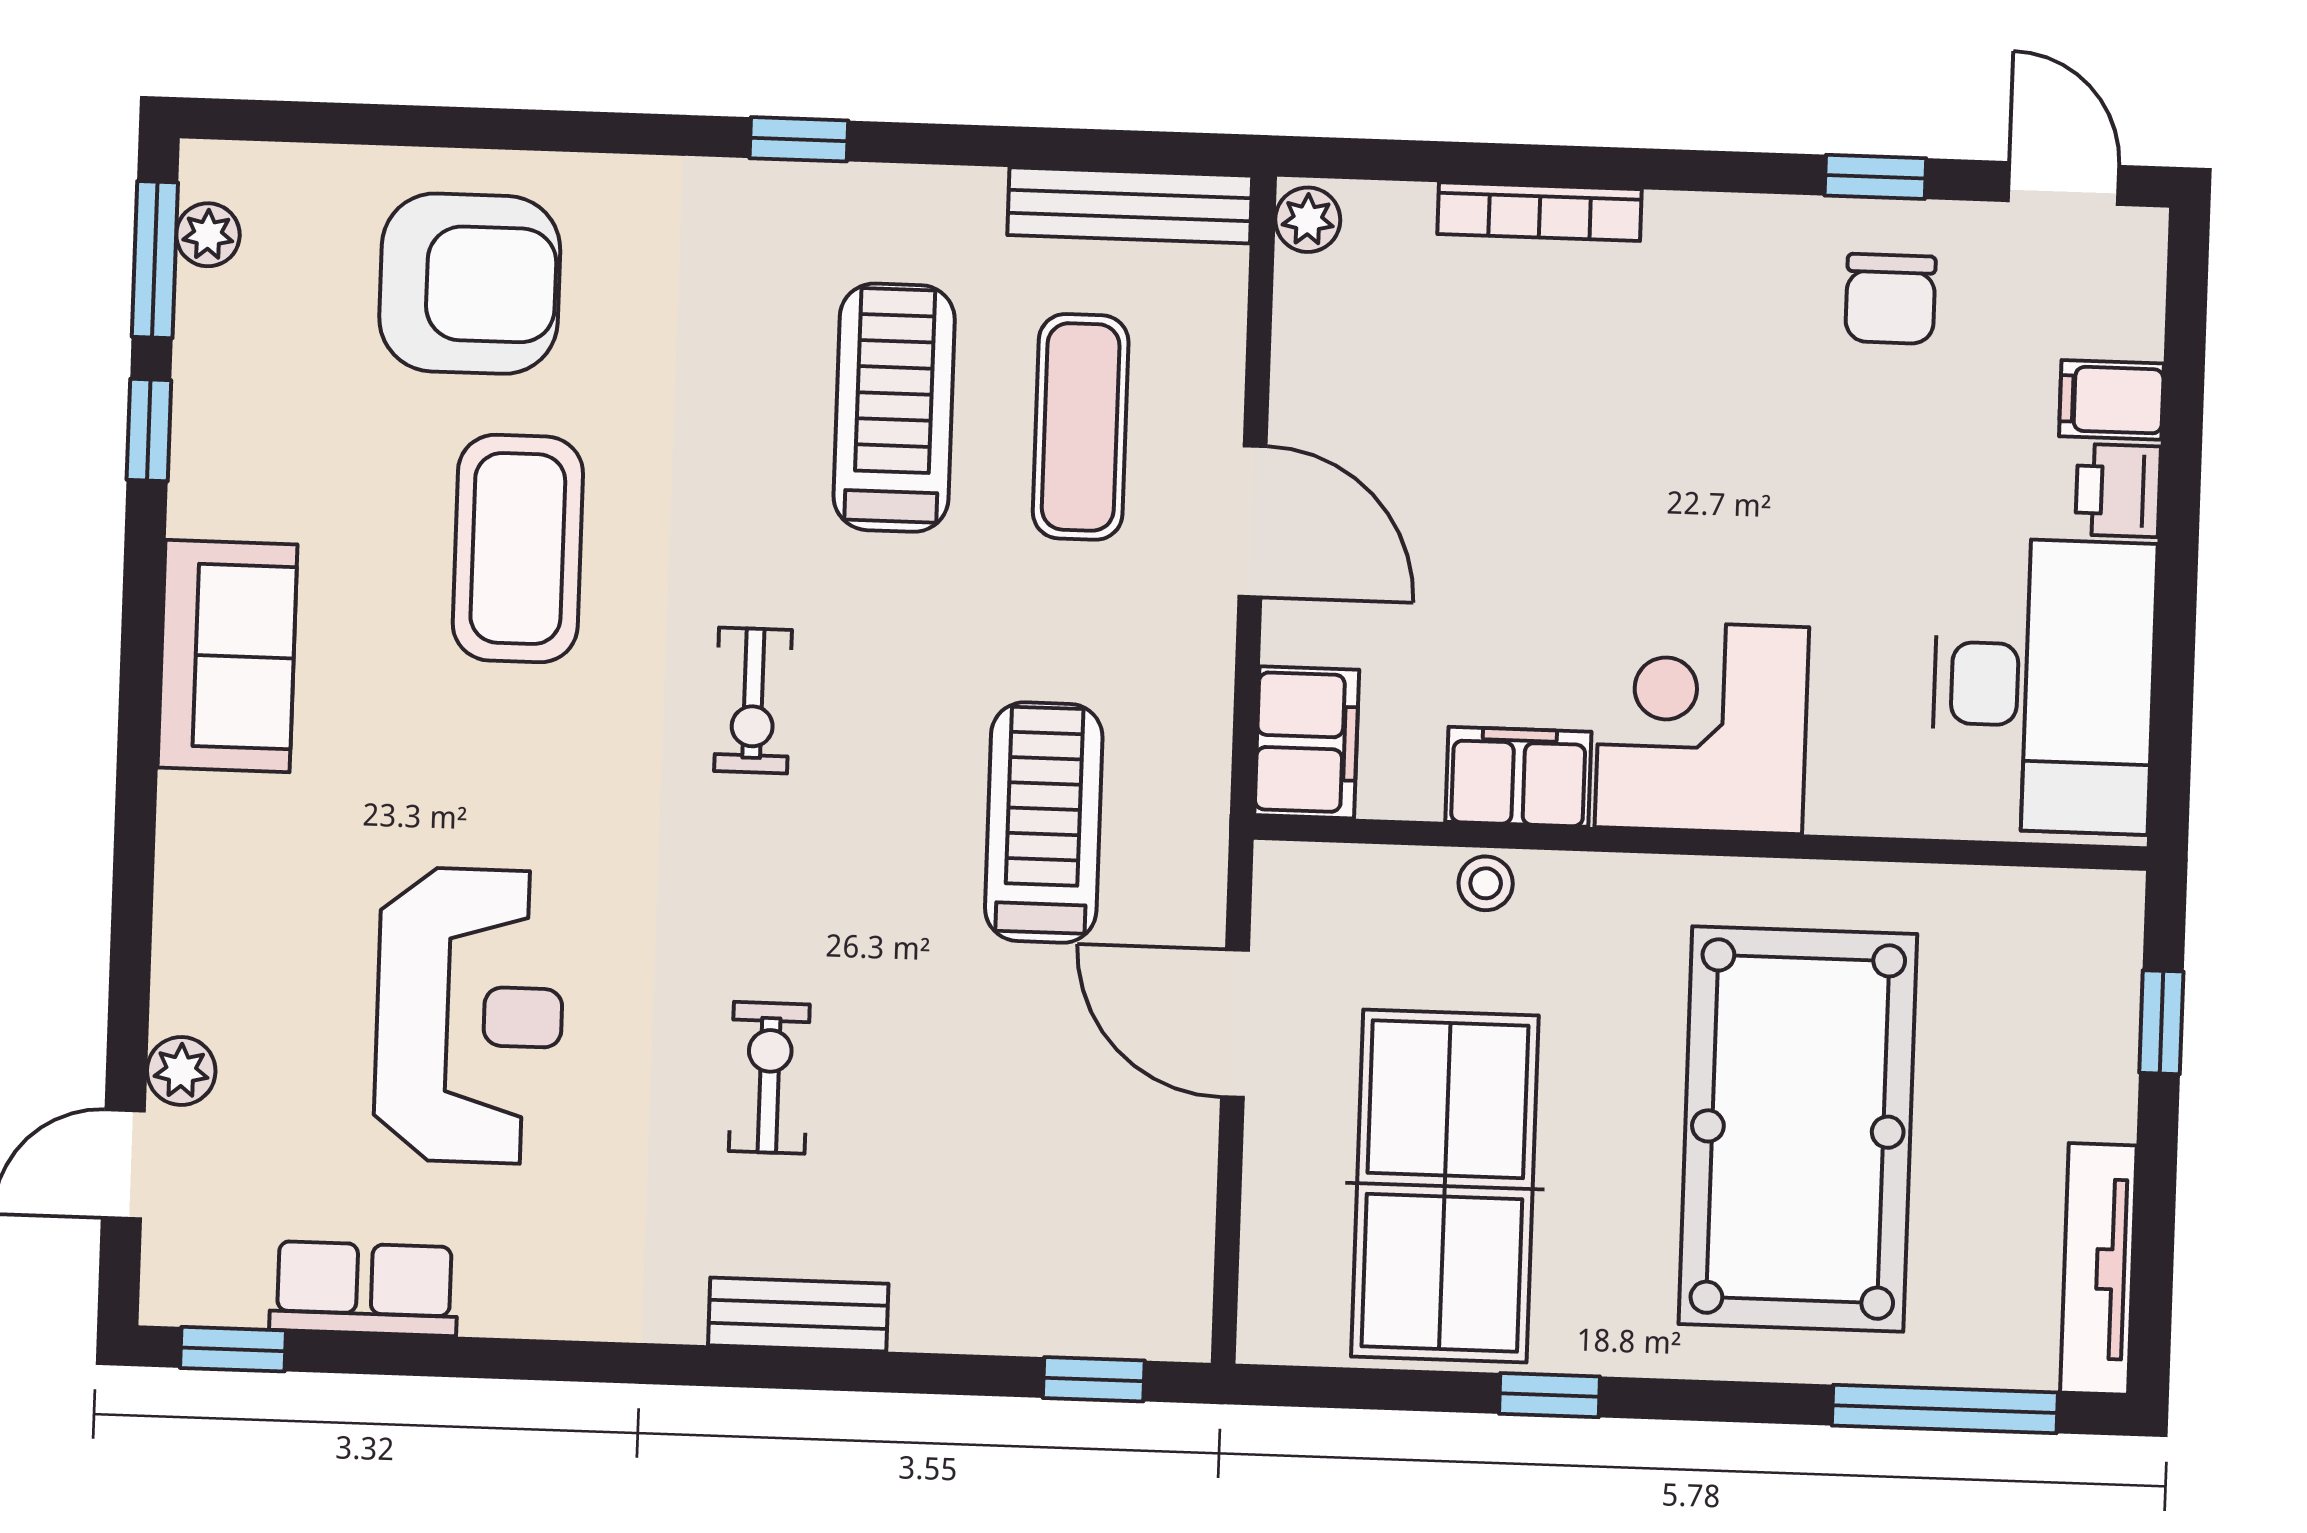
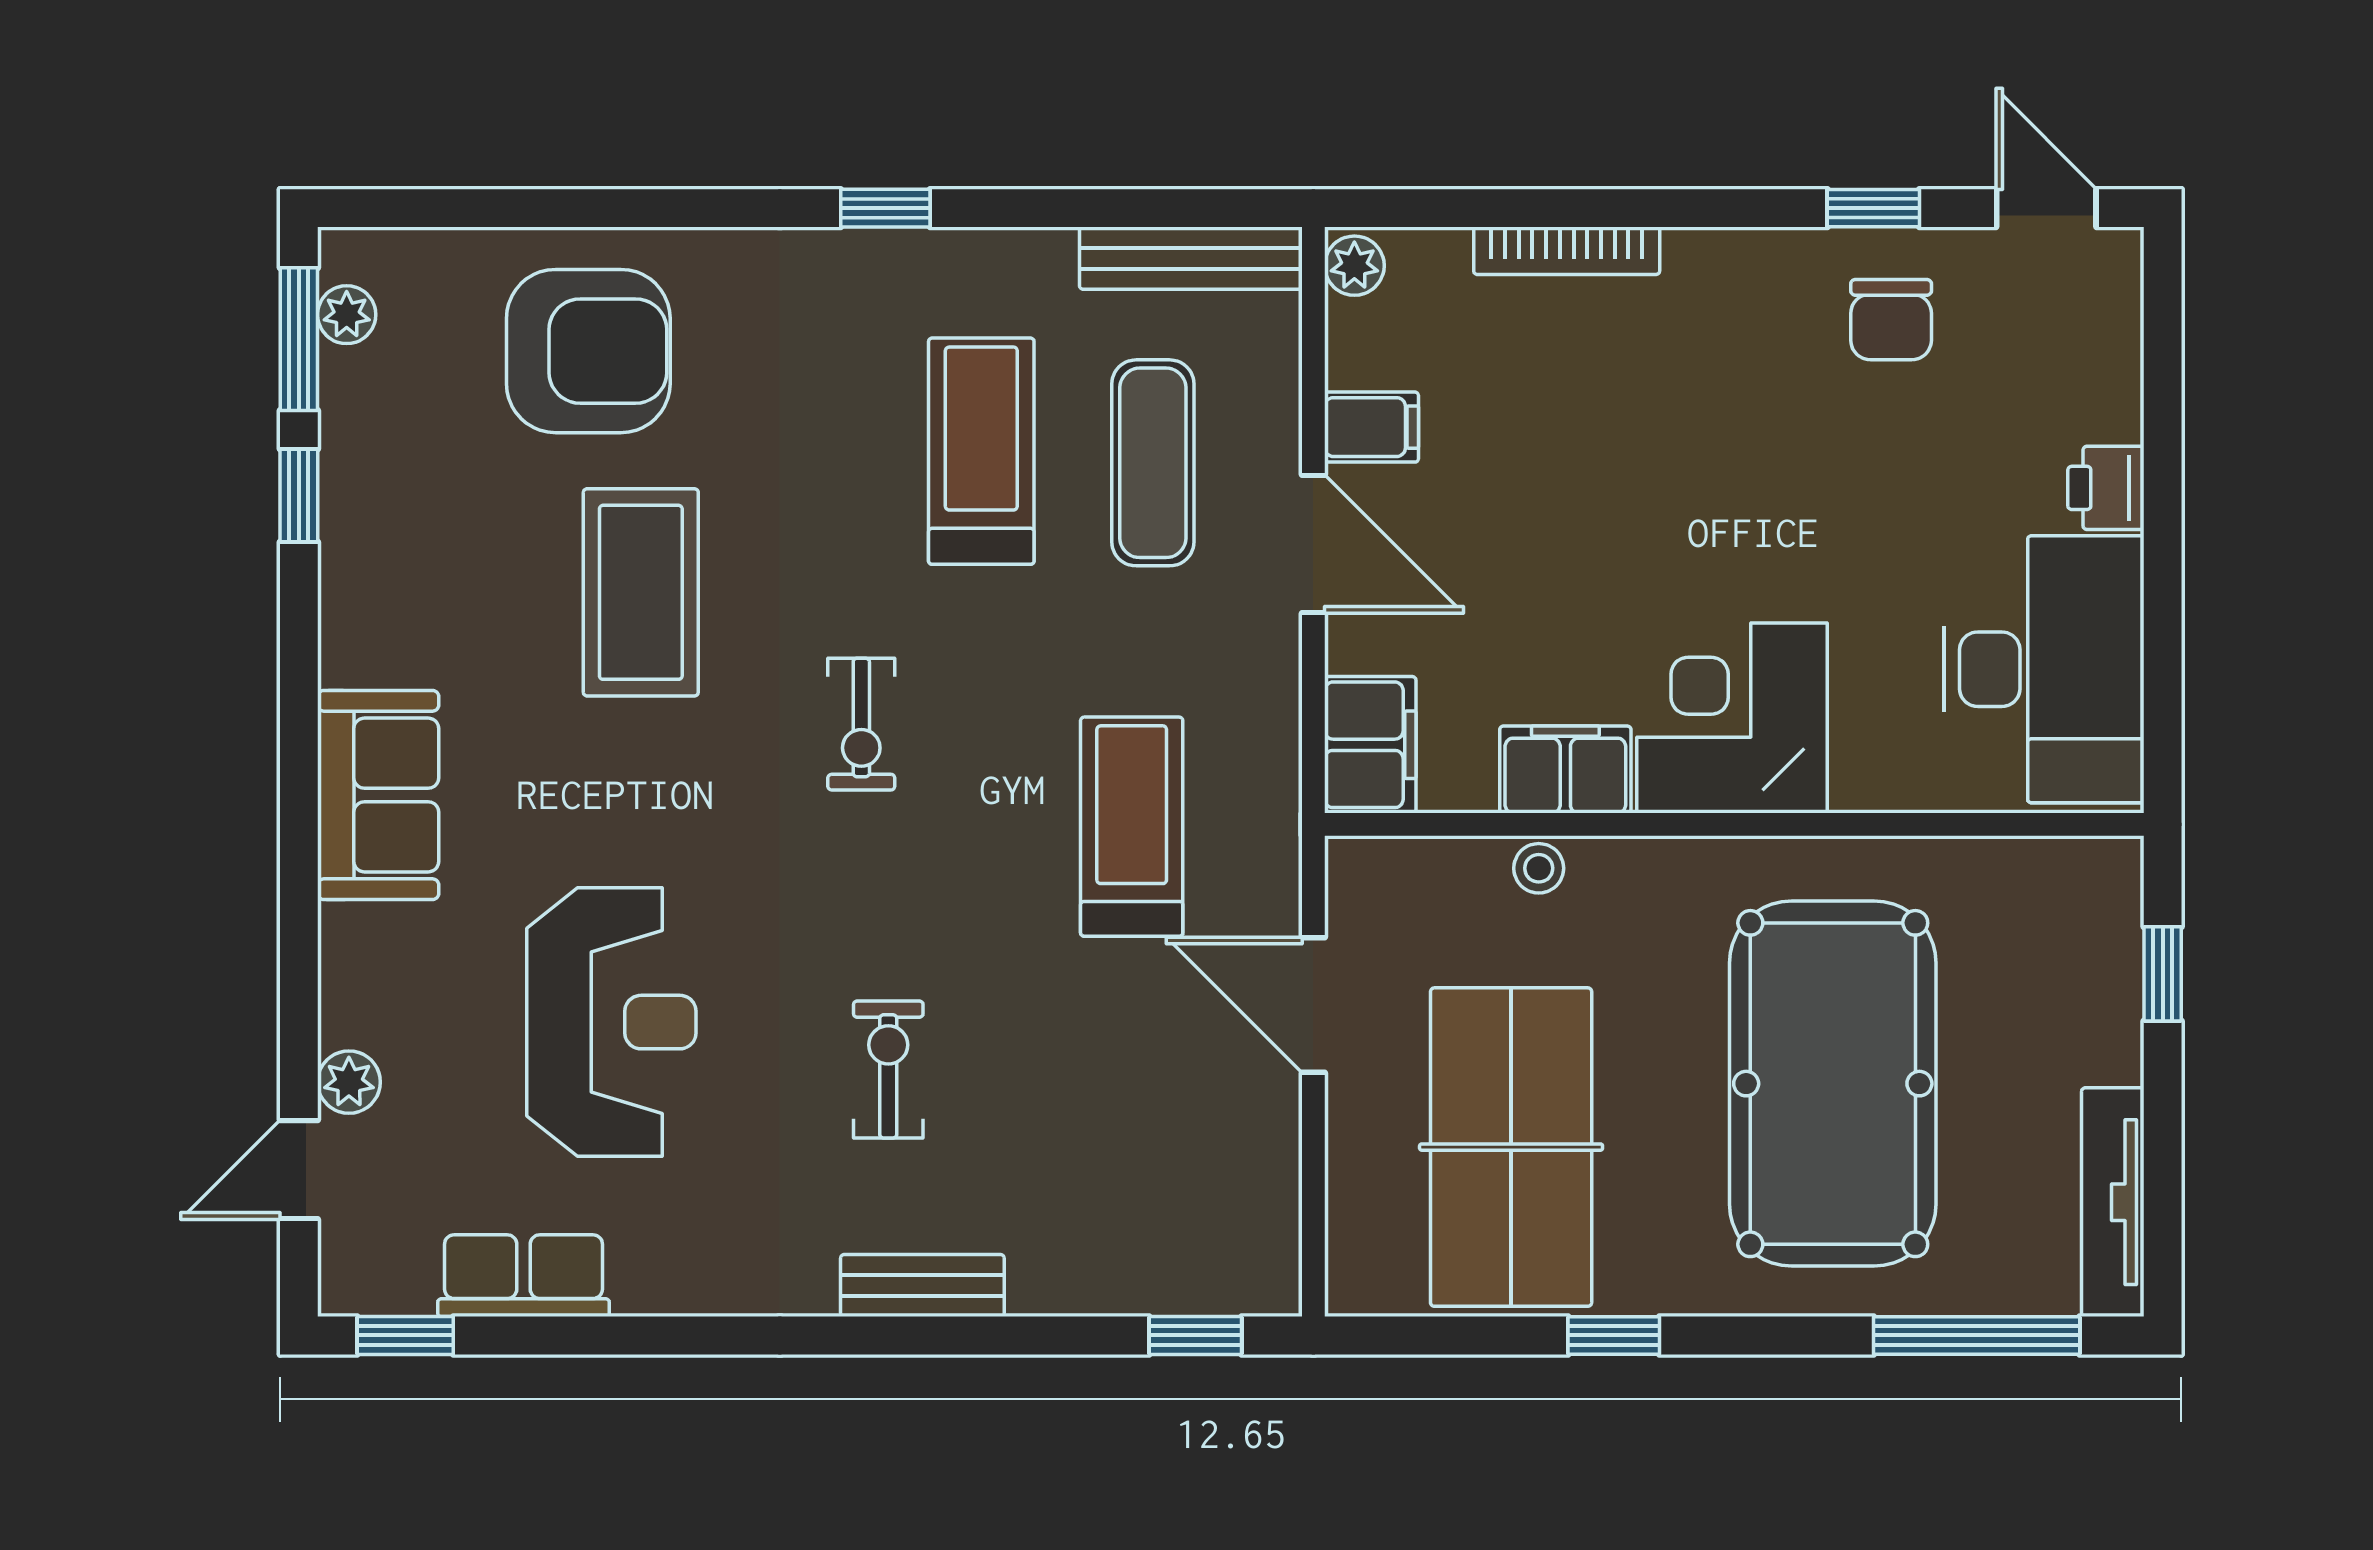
filing cabinet: (2111, 400) -> (1372, 427), moved, turned 180
sofa: (228, 656) -> (378, 795), moved

